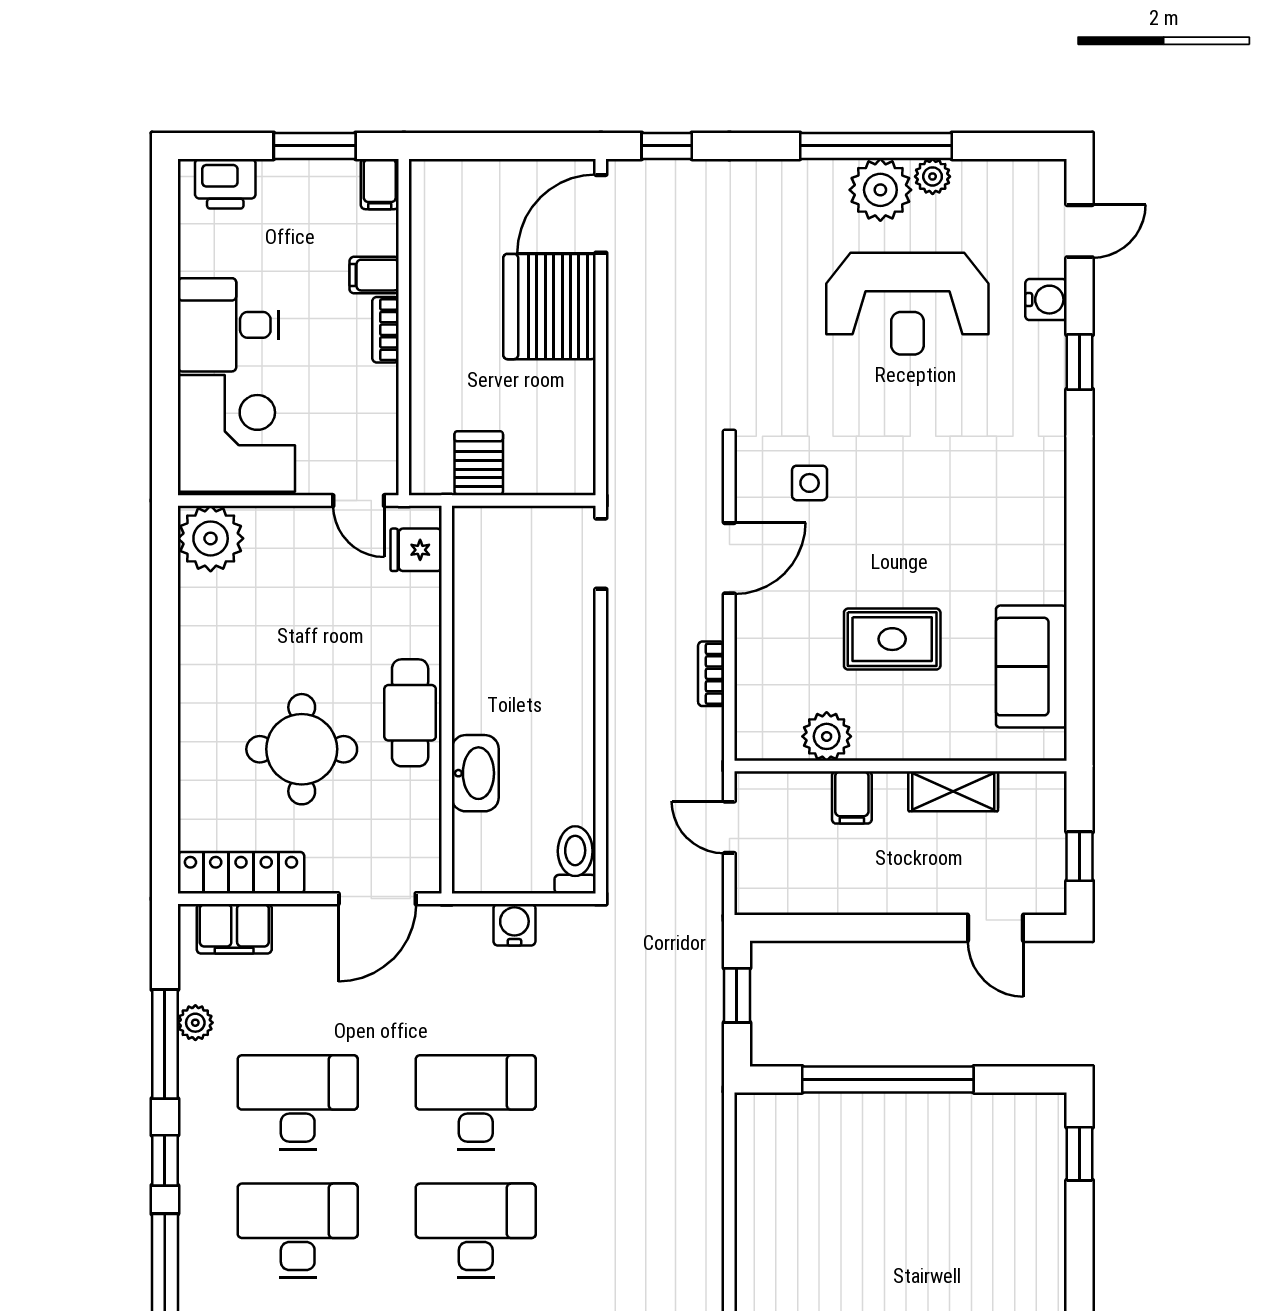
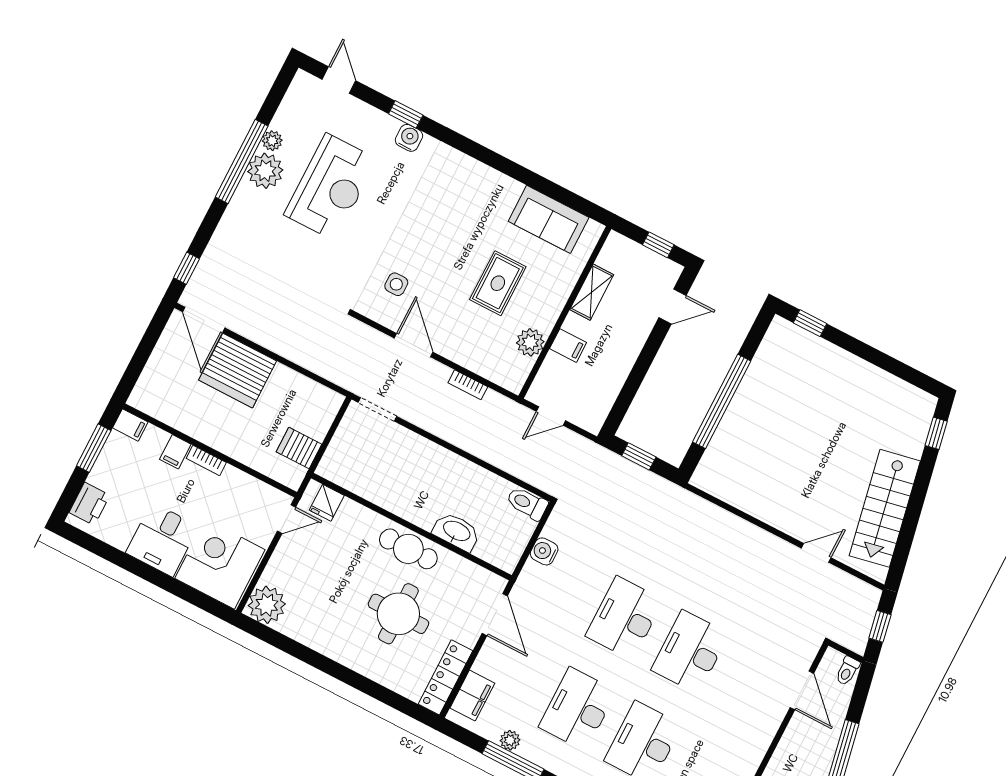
water cooler: (1046, 300) -> (409, 138), moved

